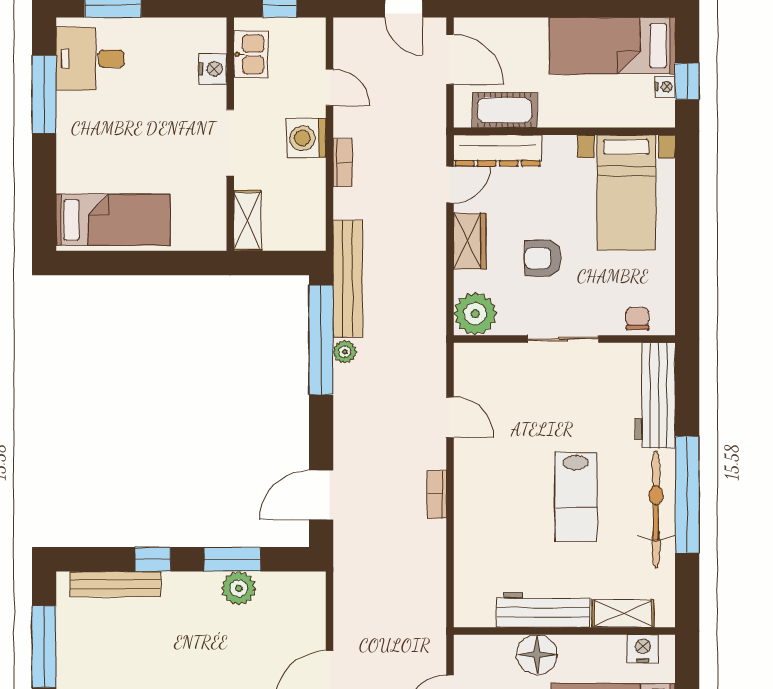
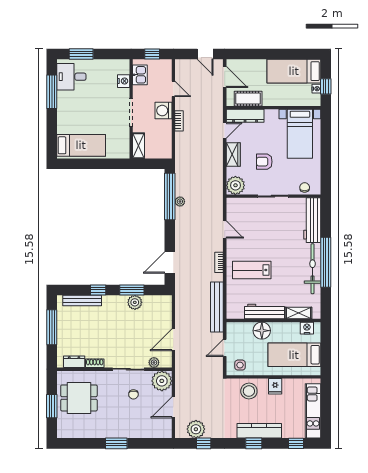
bench: (348, 279) -> (217, 307), moved
lab bench: (576, 497) -> (252, 270), moved, turned 90

